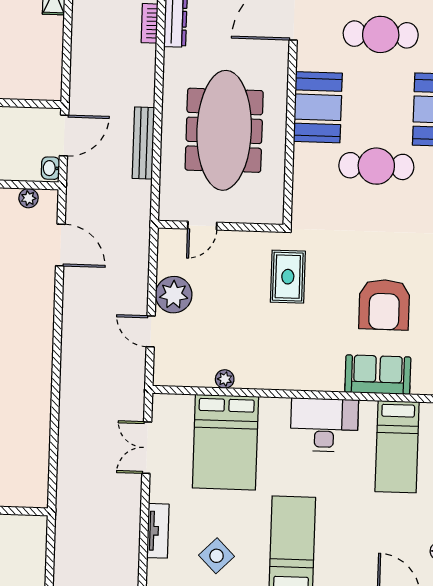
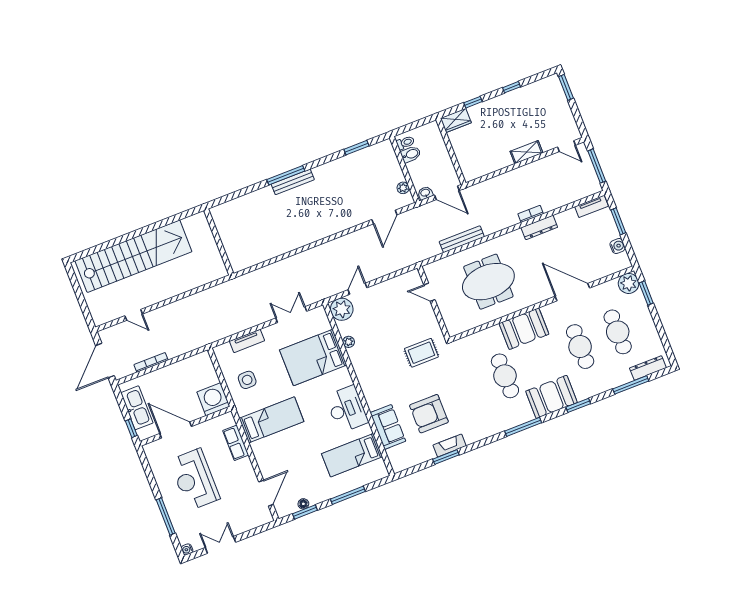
meeting table: (224, 130) -> (488, 282), width x0.73
plant: (174, 295) -> (342, 309), moved
side table: (217, 556) -> (247, 380), turned 45

